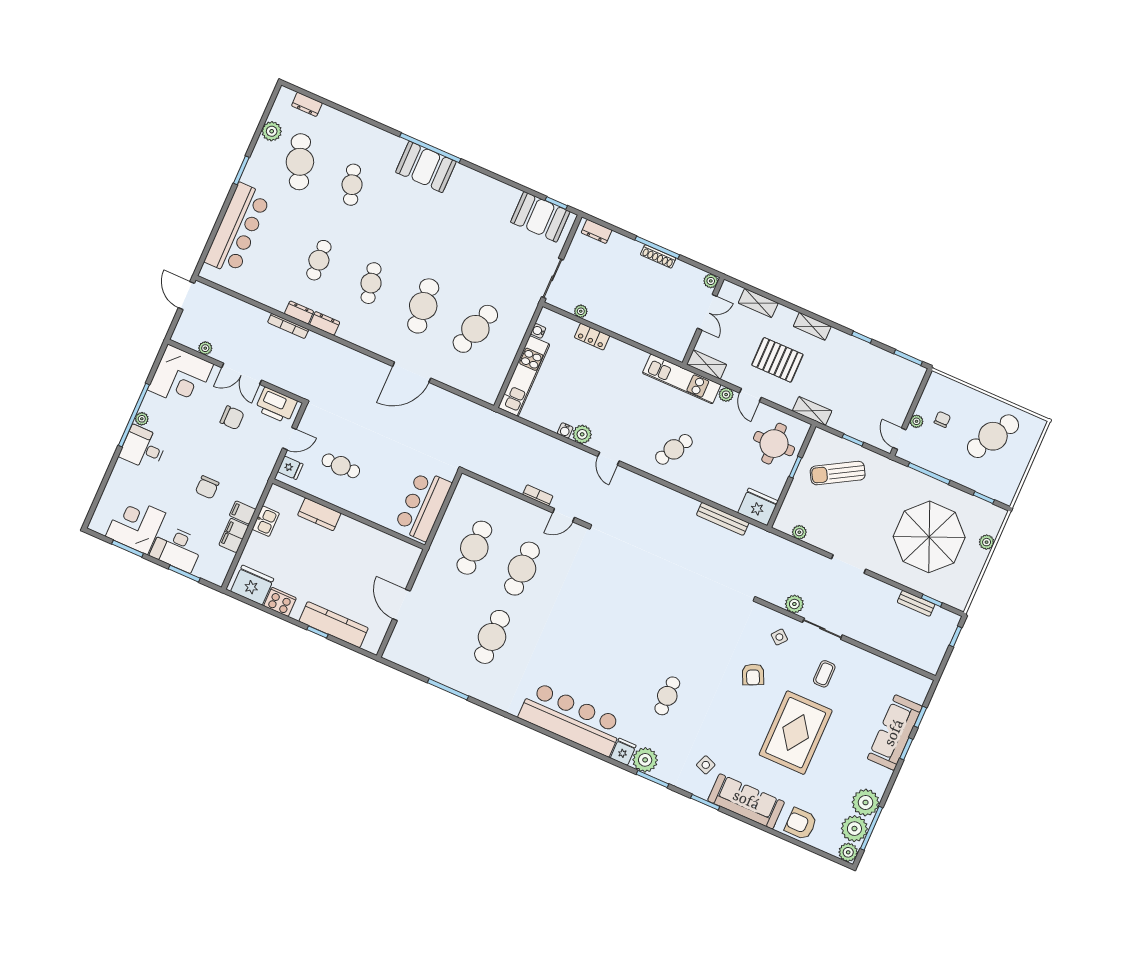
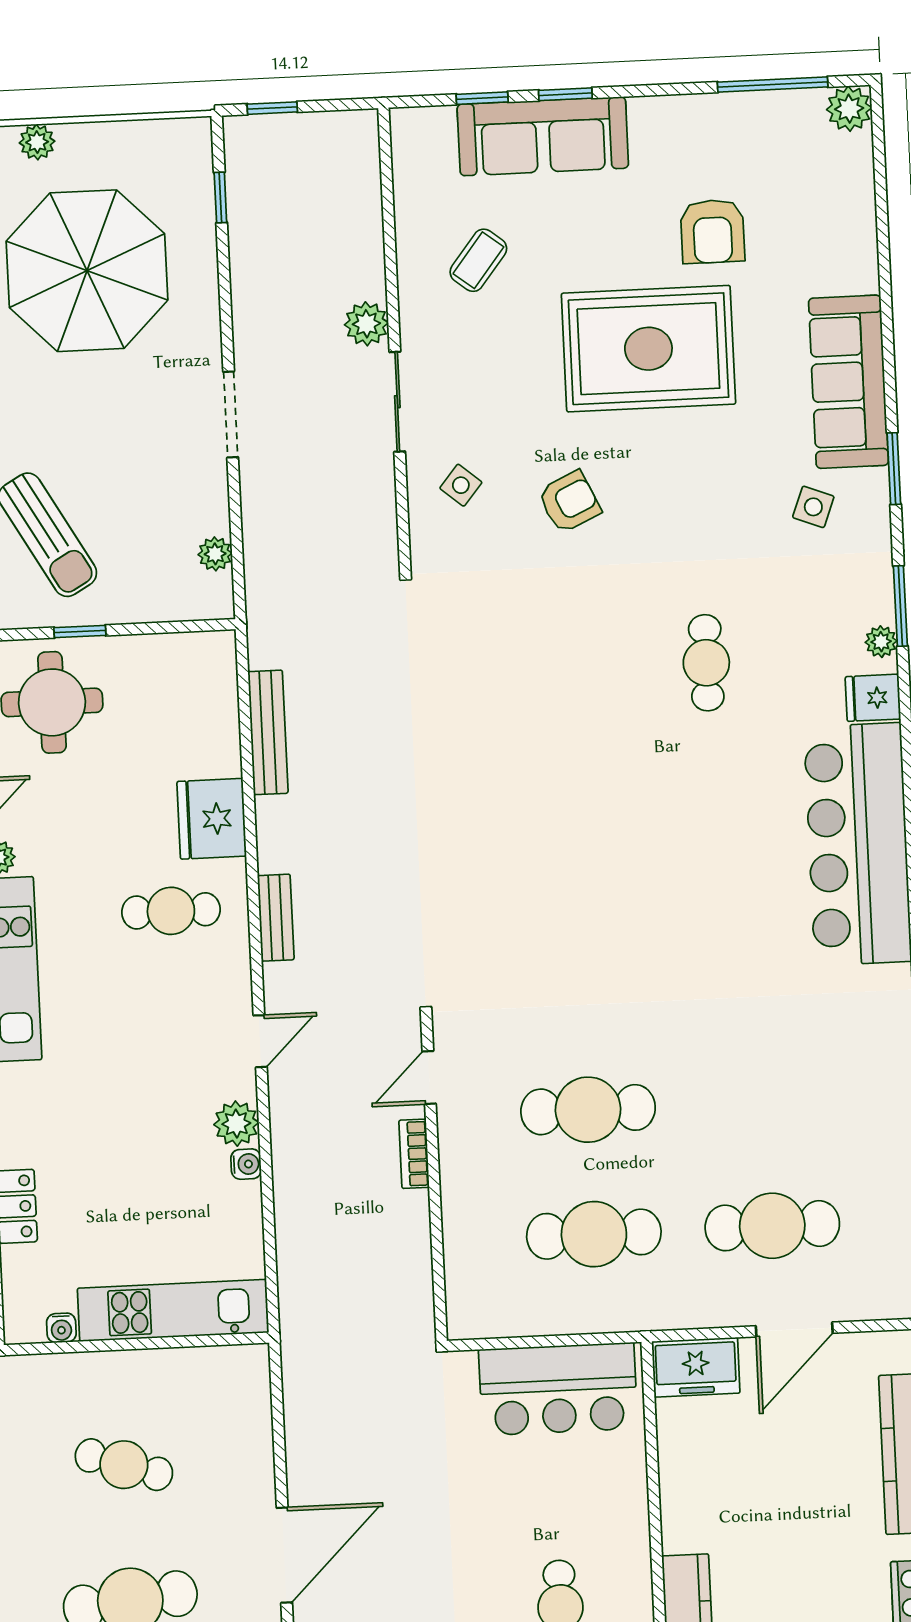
cafe table: (475, 329) -> (124, 1465), width x0.73, depth x0.74
door: (412, 372) -> (284, 1555), hinge flipped
cafe table: (674, 449) -> (171, 911), turned -31
fridge: (758, 507) -> (212, 819), moved
door: (564, 515) -> (429, 1077), swing flipped
freezer: (406, 561) -> (696, 1367), added
bench: (916, 603) -> (276, 918), moved
plant: (794, 604) -> (366, 324), moved
cafe table: (492, 637) -> (772, 1226), moved
coffee table: (824, 674) -> (478, 260), moved, turned -52
cafe table: (667, 696) -> (706, 663), turned 90
plant: (645, 760) -> (881, 642), width x0.53, depth x0.53
plant: (866, 802) -> (724, 125), removed
armchair: (801, 824) -> (712, 231), moved
plant: (854, 829) -> (792, 121), removed

